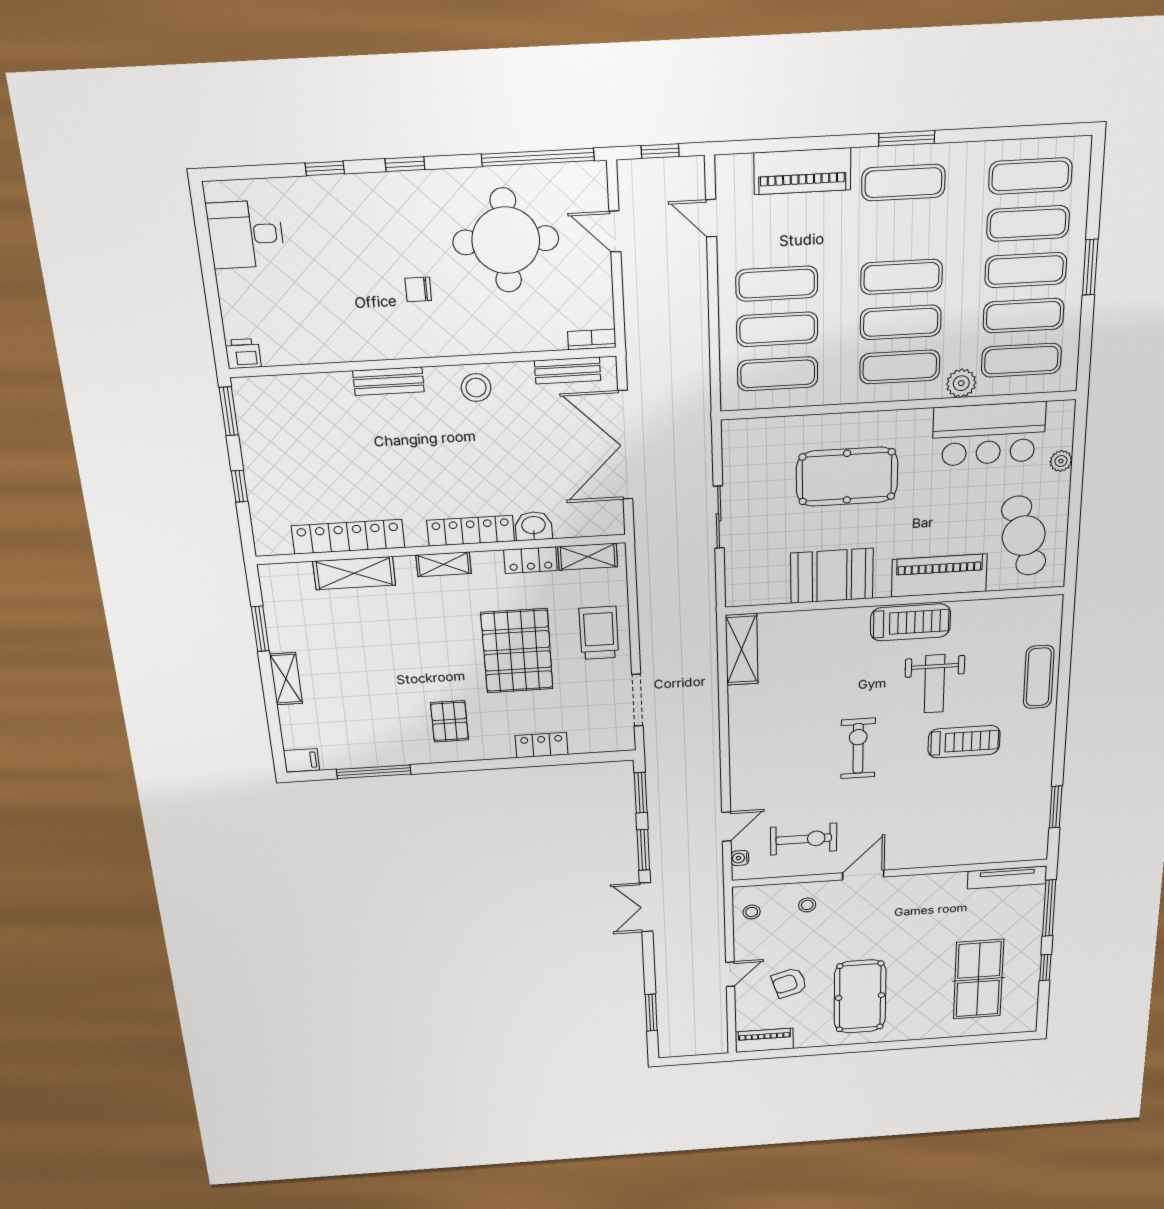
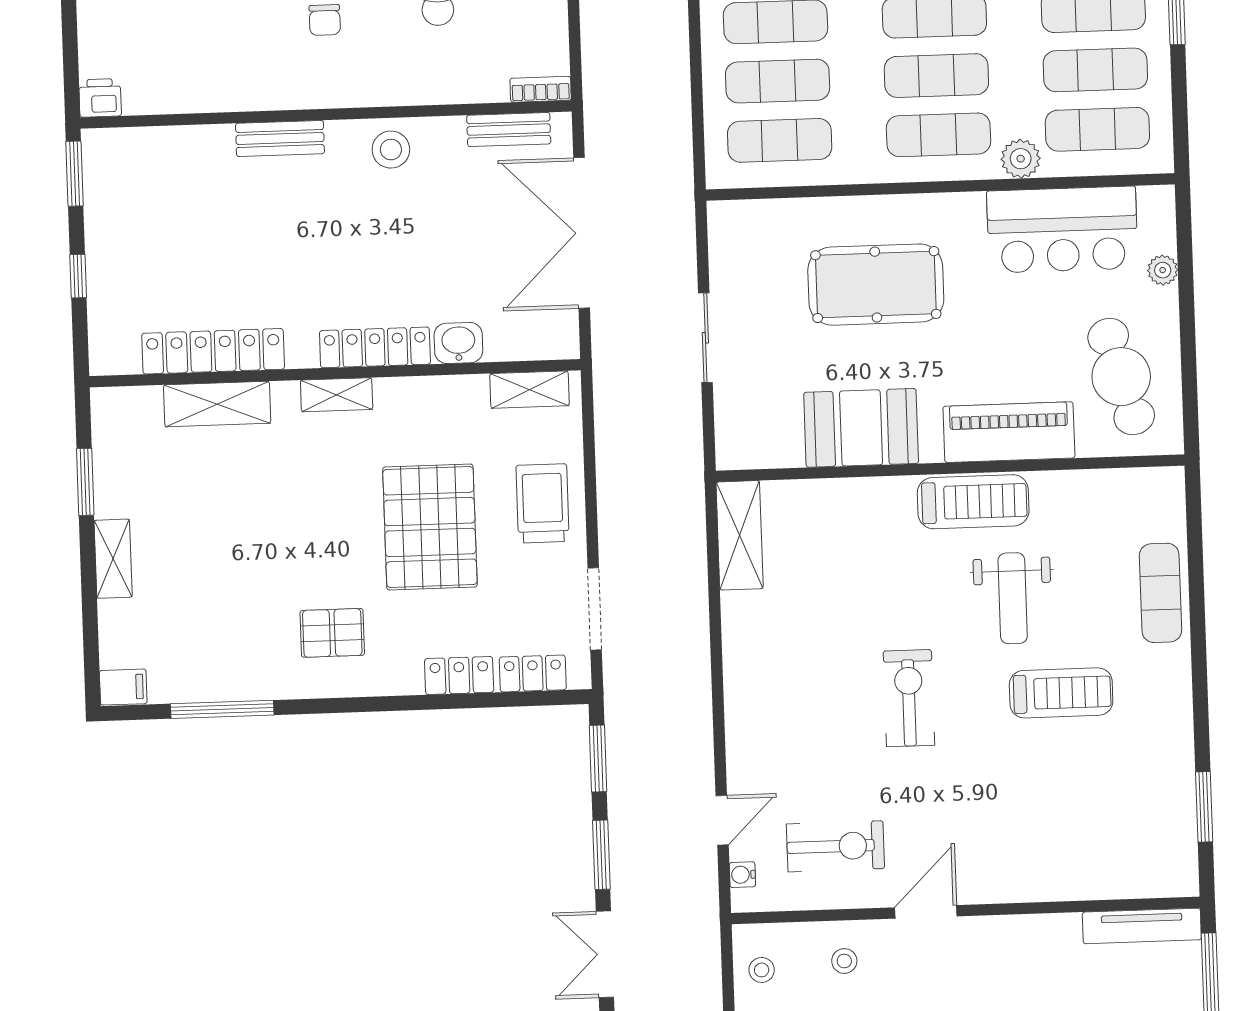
chair: (418, 289) -> (325, 20), turned -90
locker: (530, 560) -> (533, 673), moved, turned 180
pallet: (450, 721) -> (332, 633), turned 90

